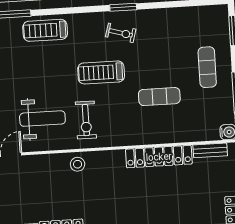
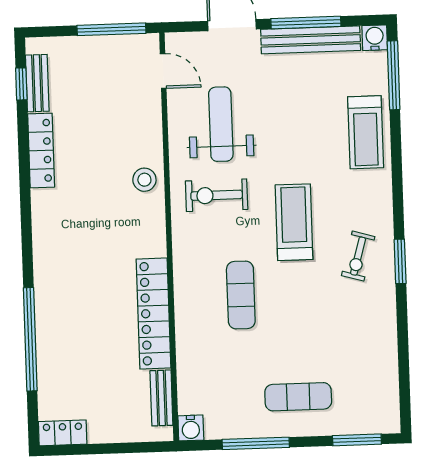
treadmill: (45, 30) -> (366, 132), turned 180
exercise mat: (159, 97) -> (241, 295), moved
weight bench: (42, 119) -> (221, 124), turned 180

